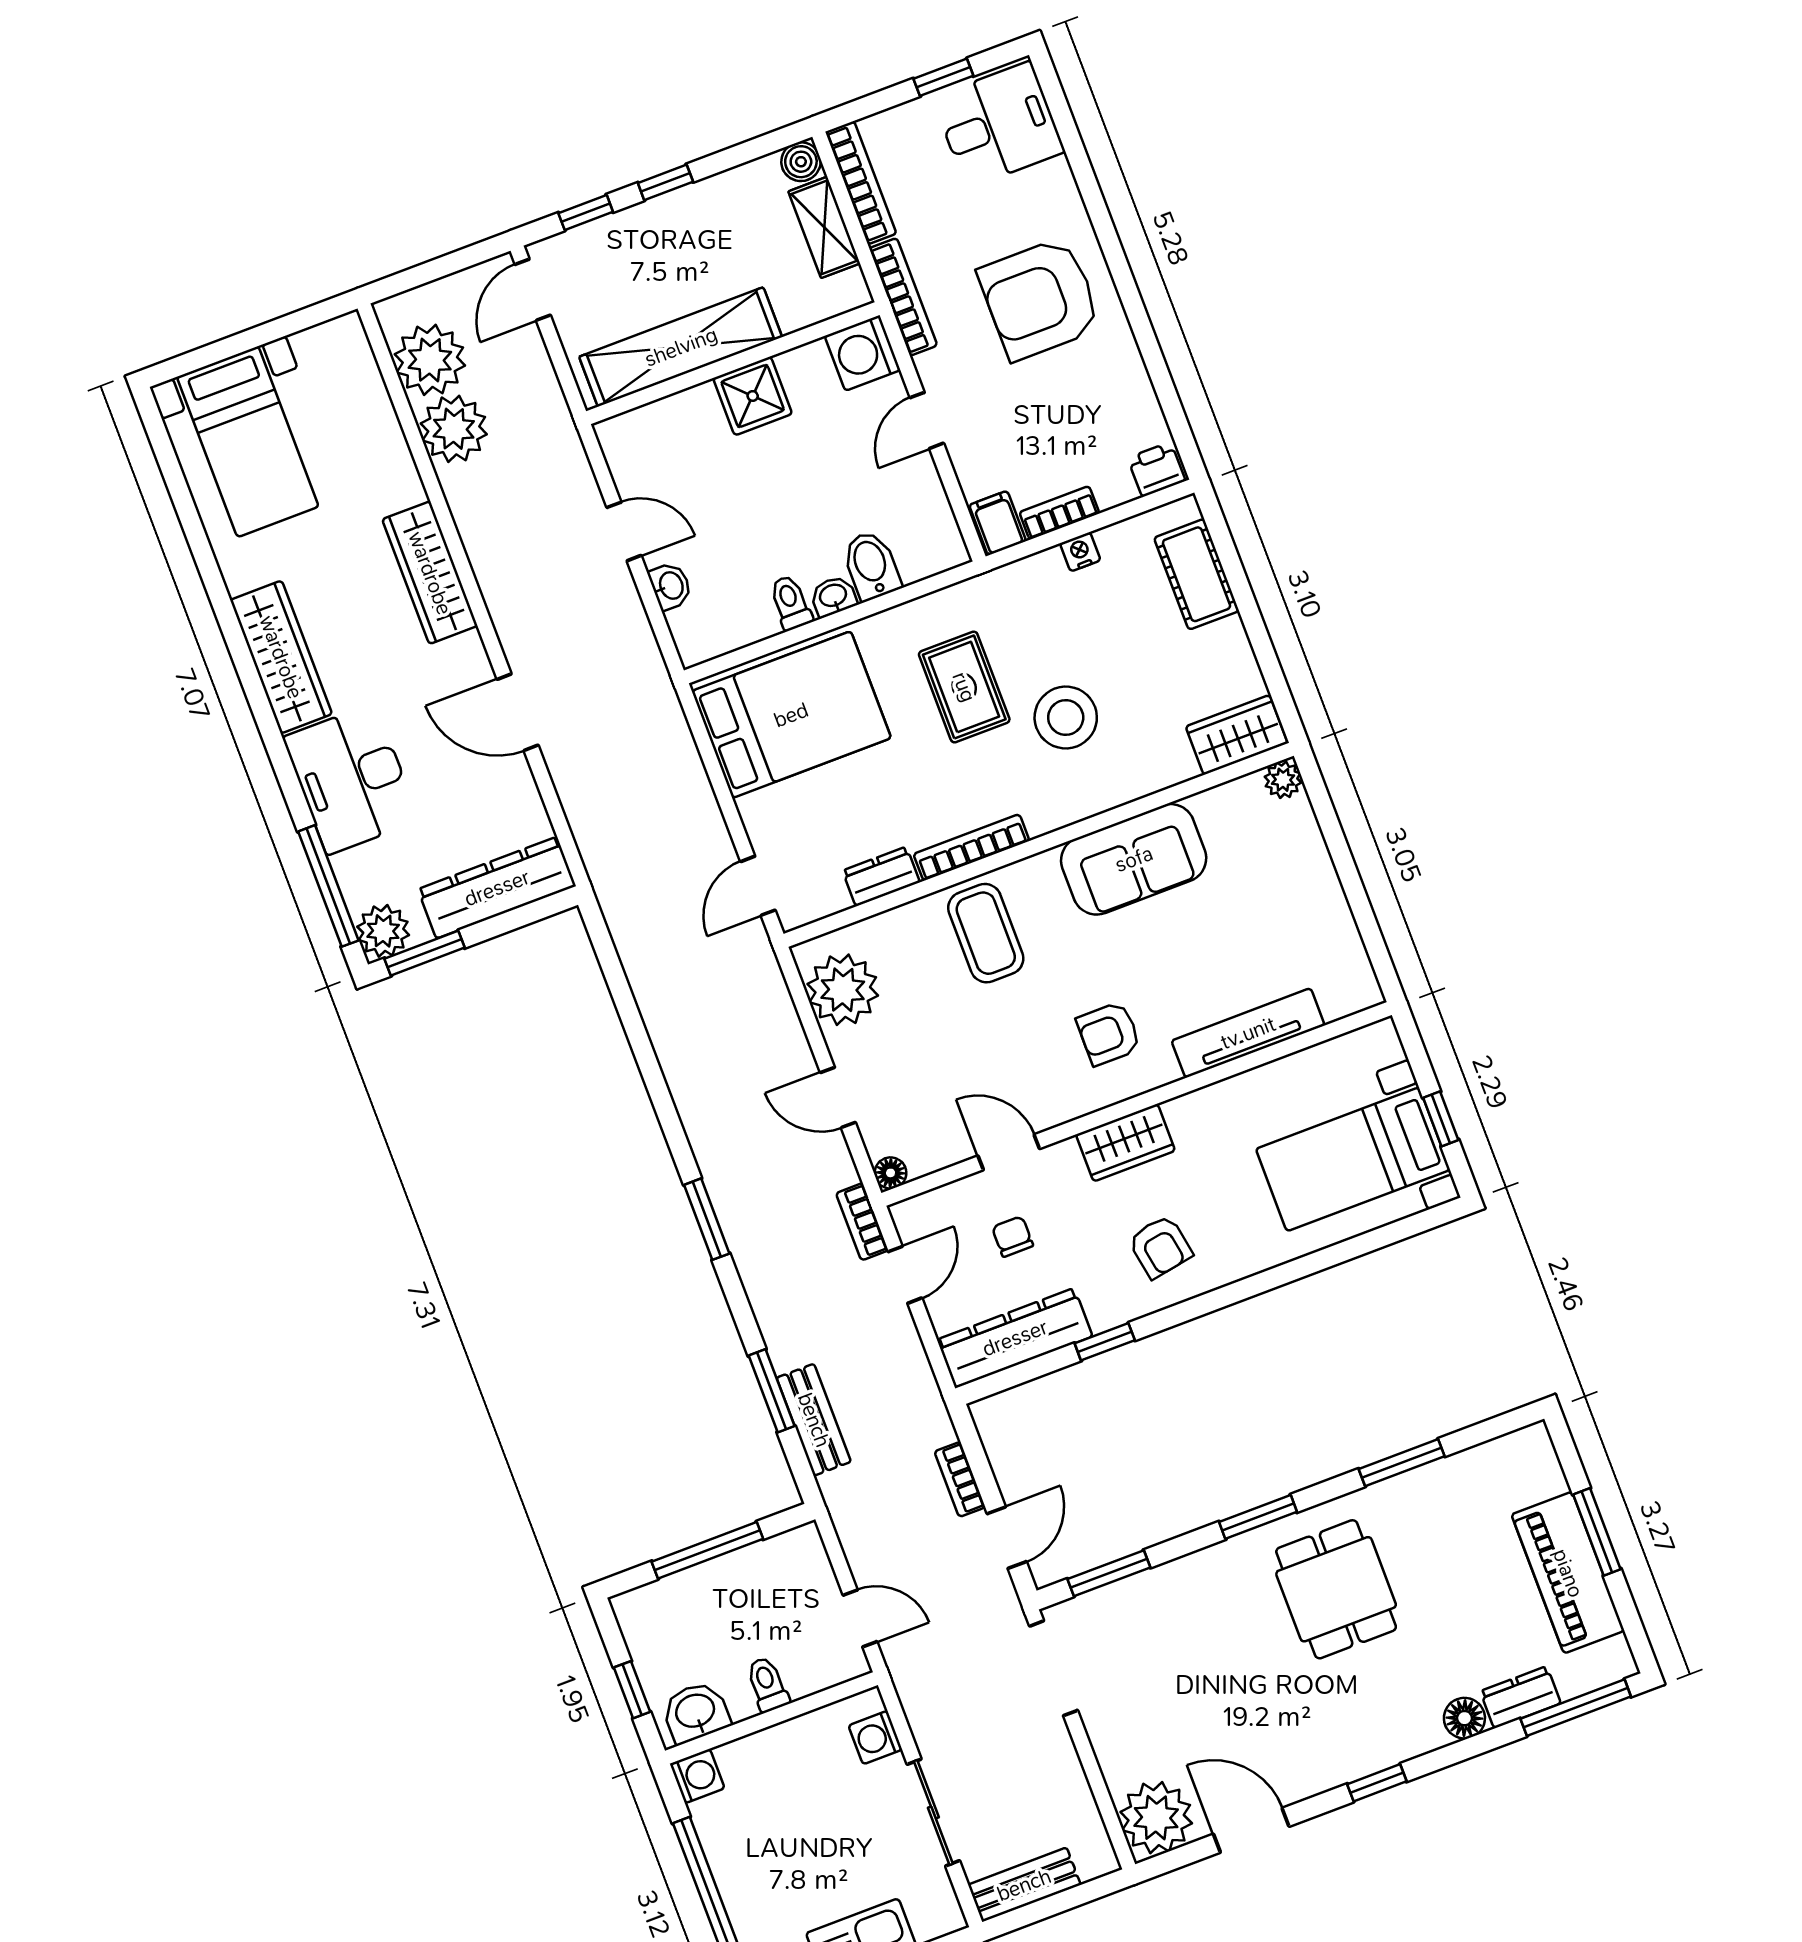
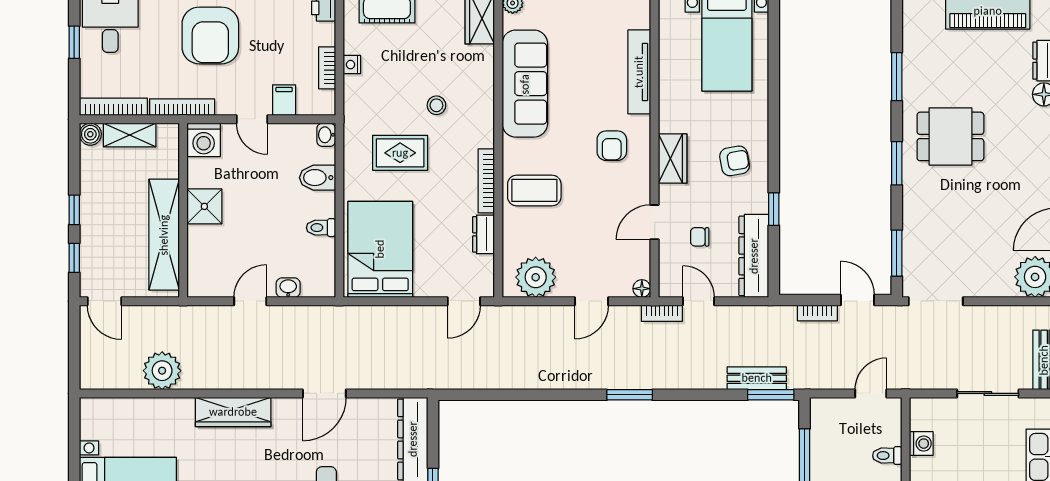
plant: (430, 360) -> (121, 370), removed
filing cabinet: (998, 523) -> (284, 100), moved, turned 90
washbasin: (833, 596) -> (326, 135), moved
stool: (1066, 717) -> (436, 105), width x0.53, depth x0.53
sofa: (1134, 859) -> (525, 84), width x1.36
door: (758, 886) -> (464, 301), hinge flipped
window: (772, 1391) -> (771, 395), moved
washing machine: (875, 1738) -> (921, 444), moved, turned -90

